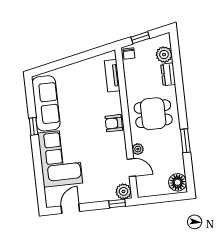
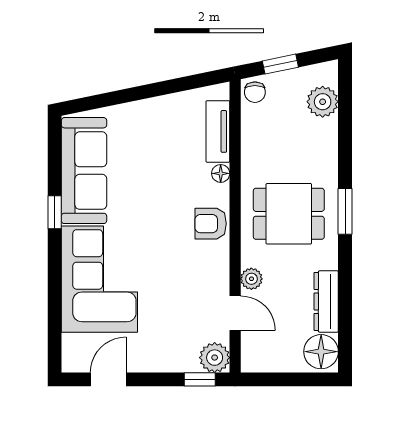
dresser: (168, 74) -> (326, 301), moved, width x1.44
floor lamp: (116, 97) -> (221, 173), added
window: (185, 141) -> (345, 211), moved

